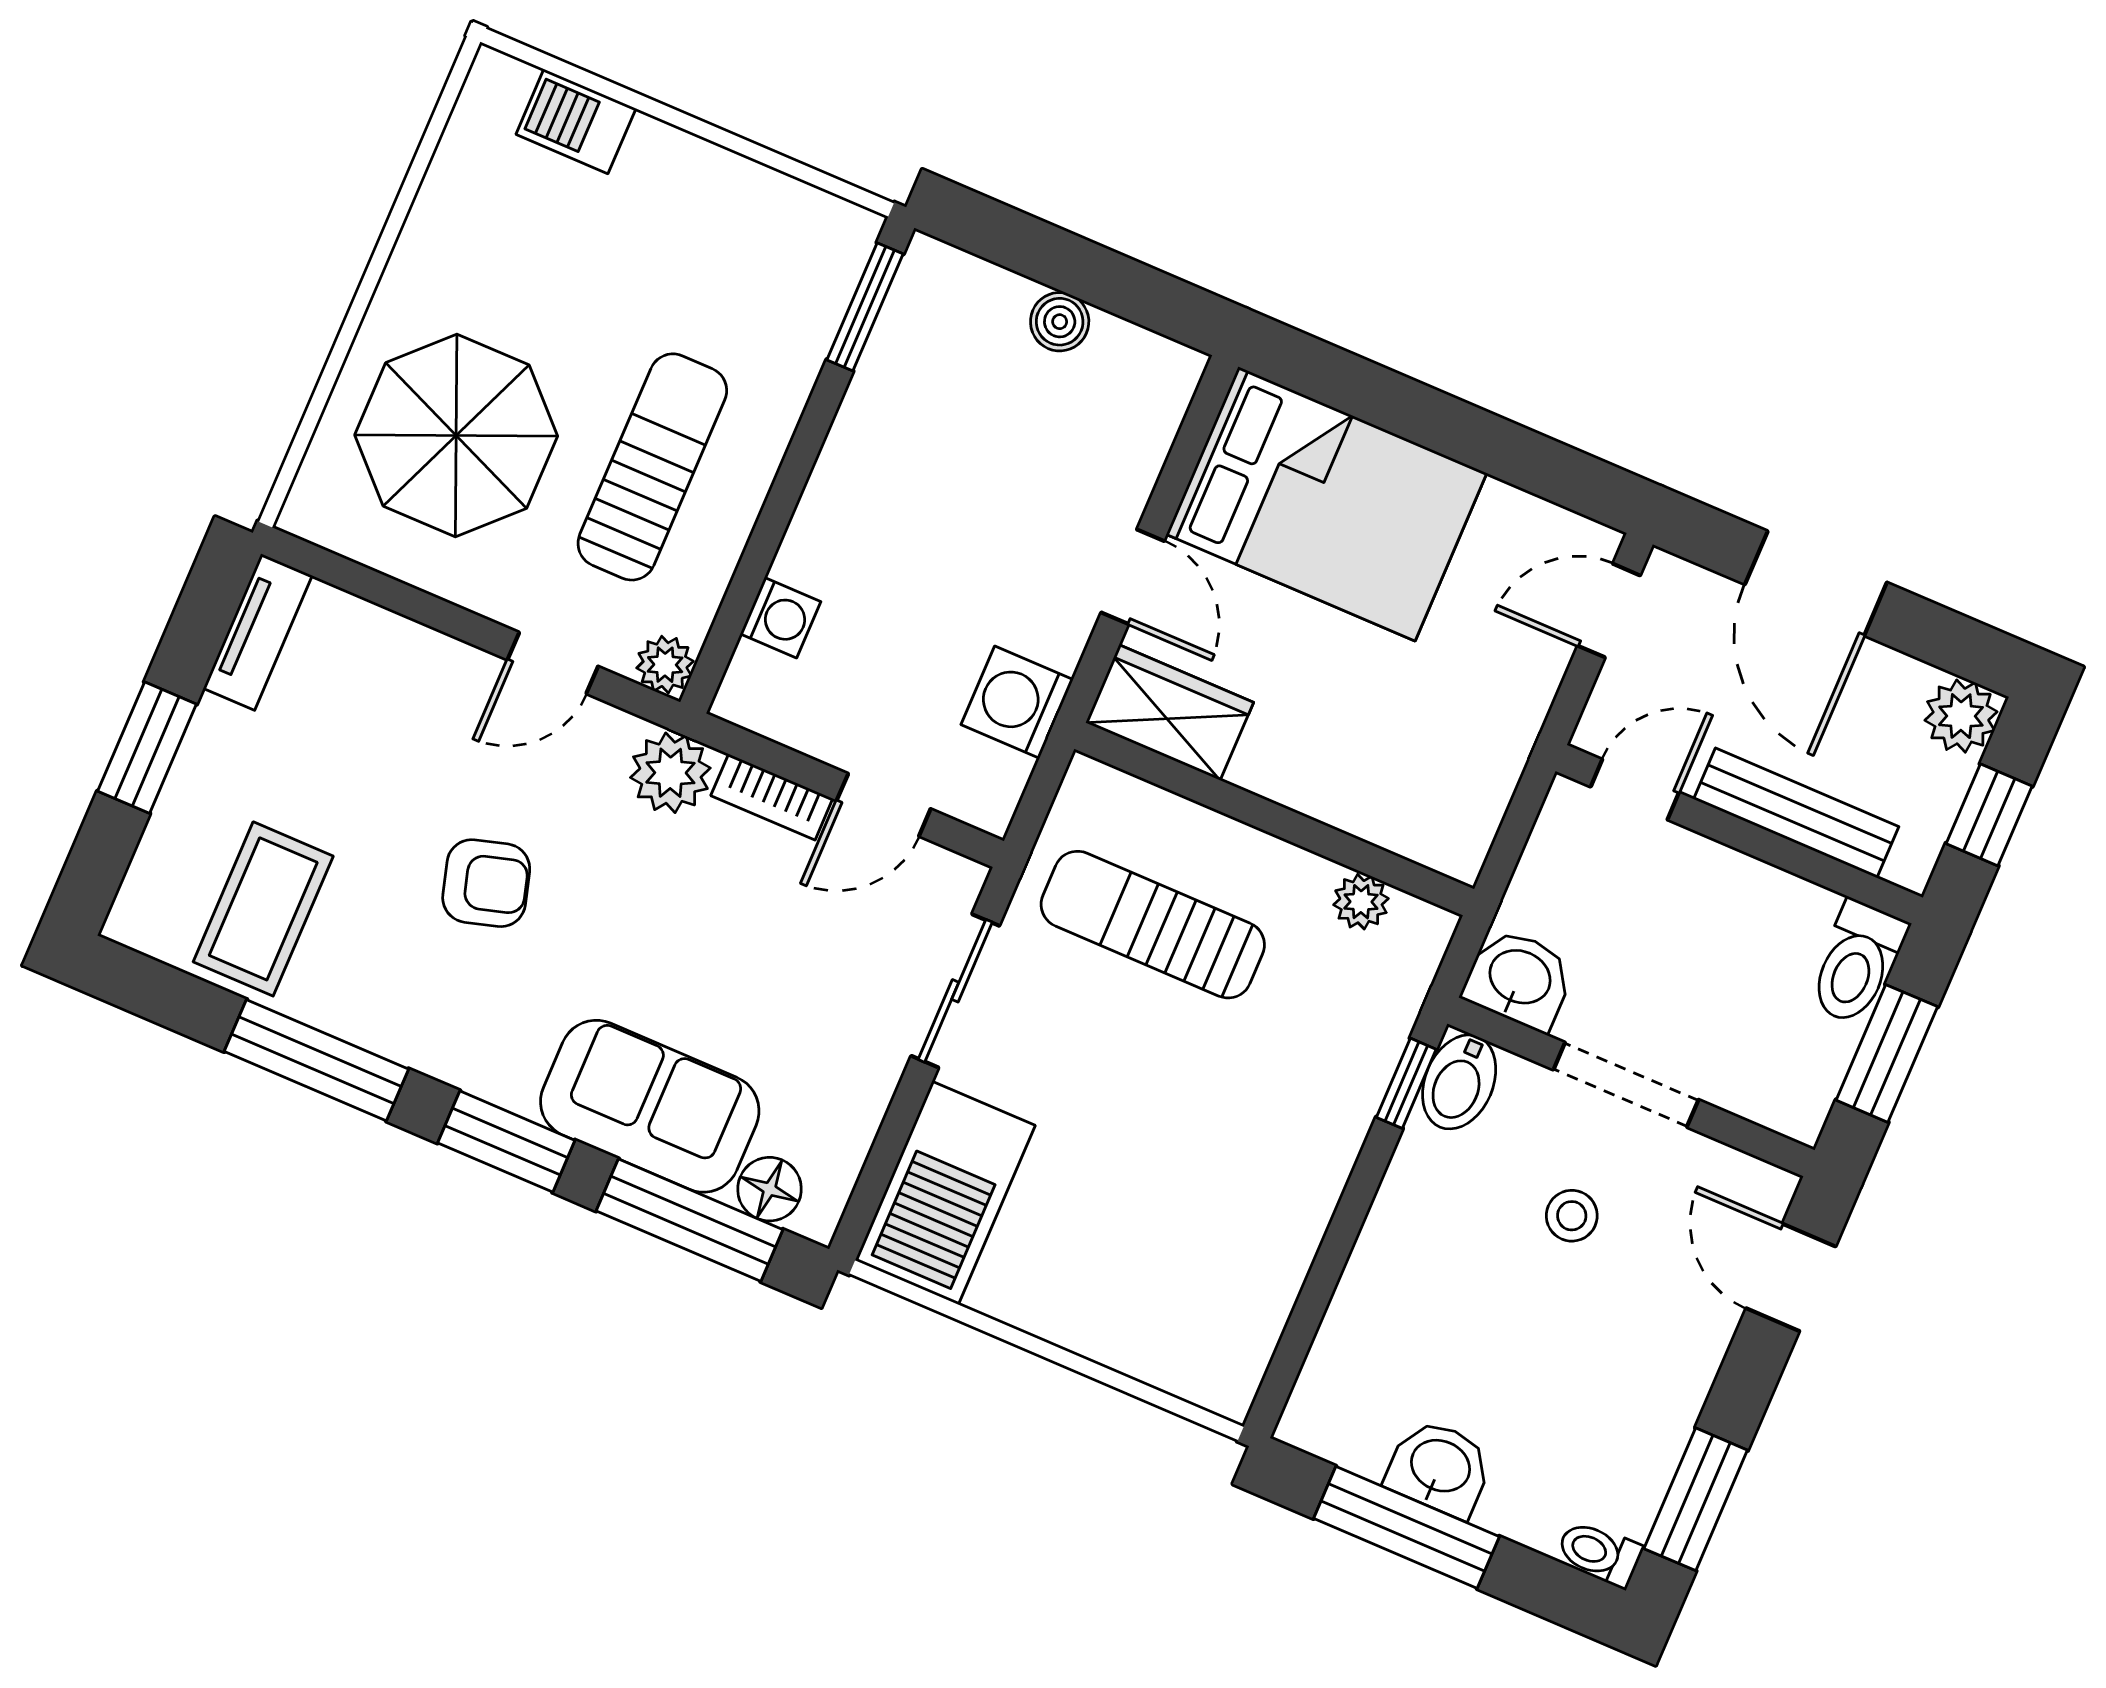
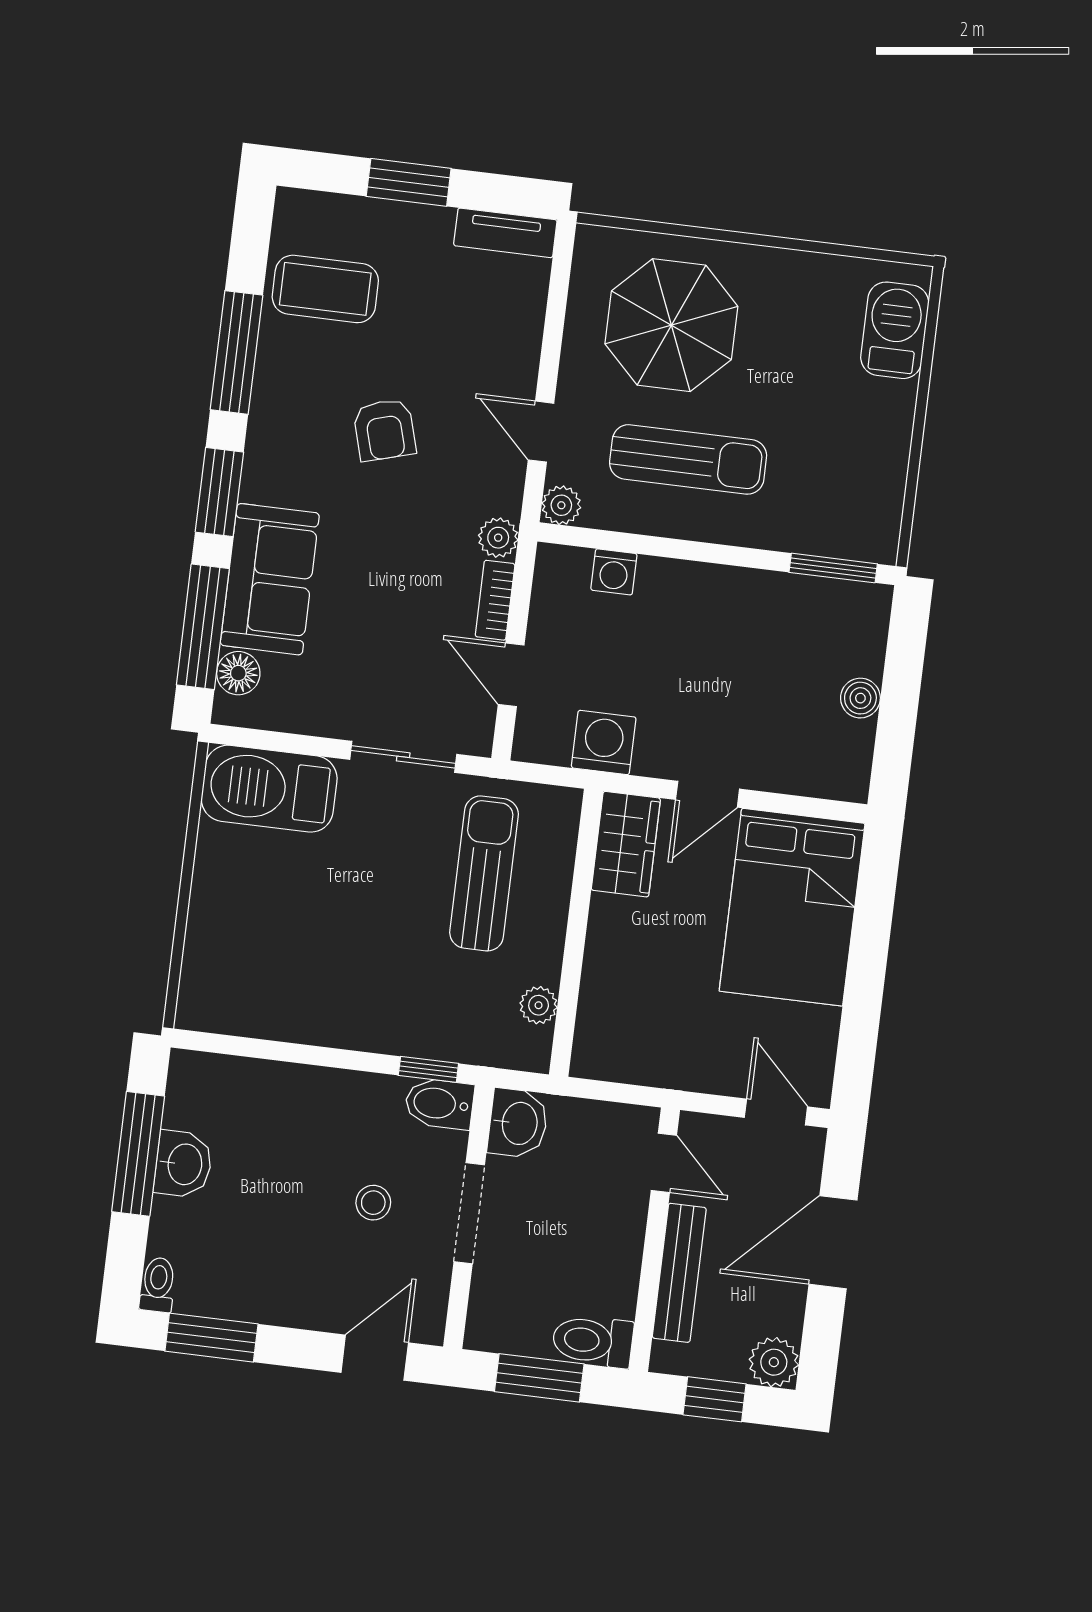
barbecue: (576, 121) -> (895, 330), width x1.38, depth x1.27
plant: (670, 773) -> (498, 538), width x0.73, depth x0.73

